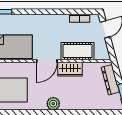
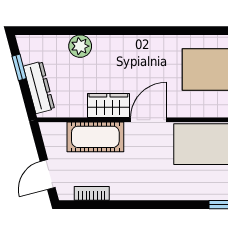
plant: (53, 104) -> (80, 46), moved

